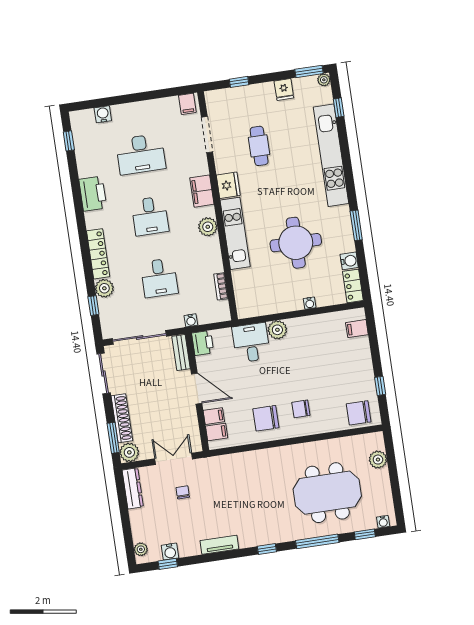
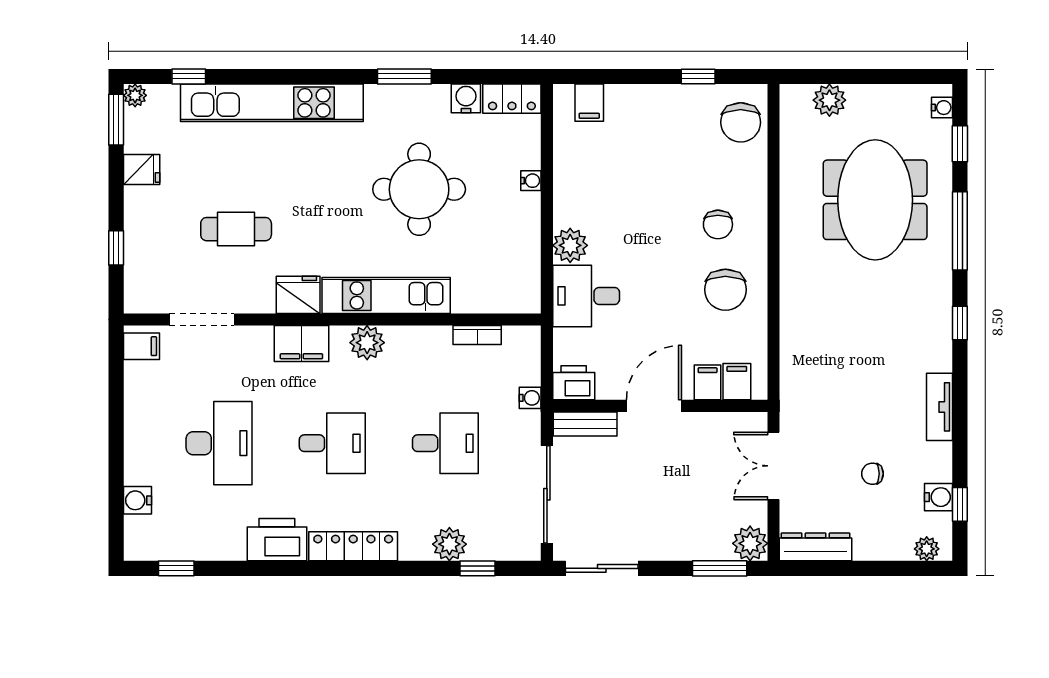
locker: (98, 254) -> (353, 546), moved
shoe rack: (122, 418) -> (687, 548), removed
chair: (183, 492) -> (872, 474), moved

